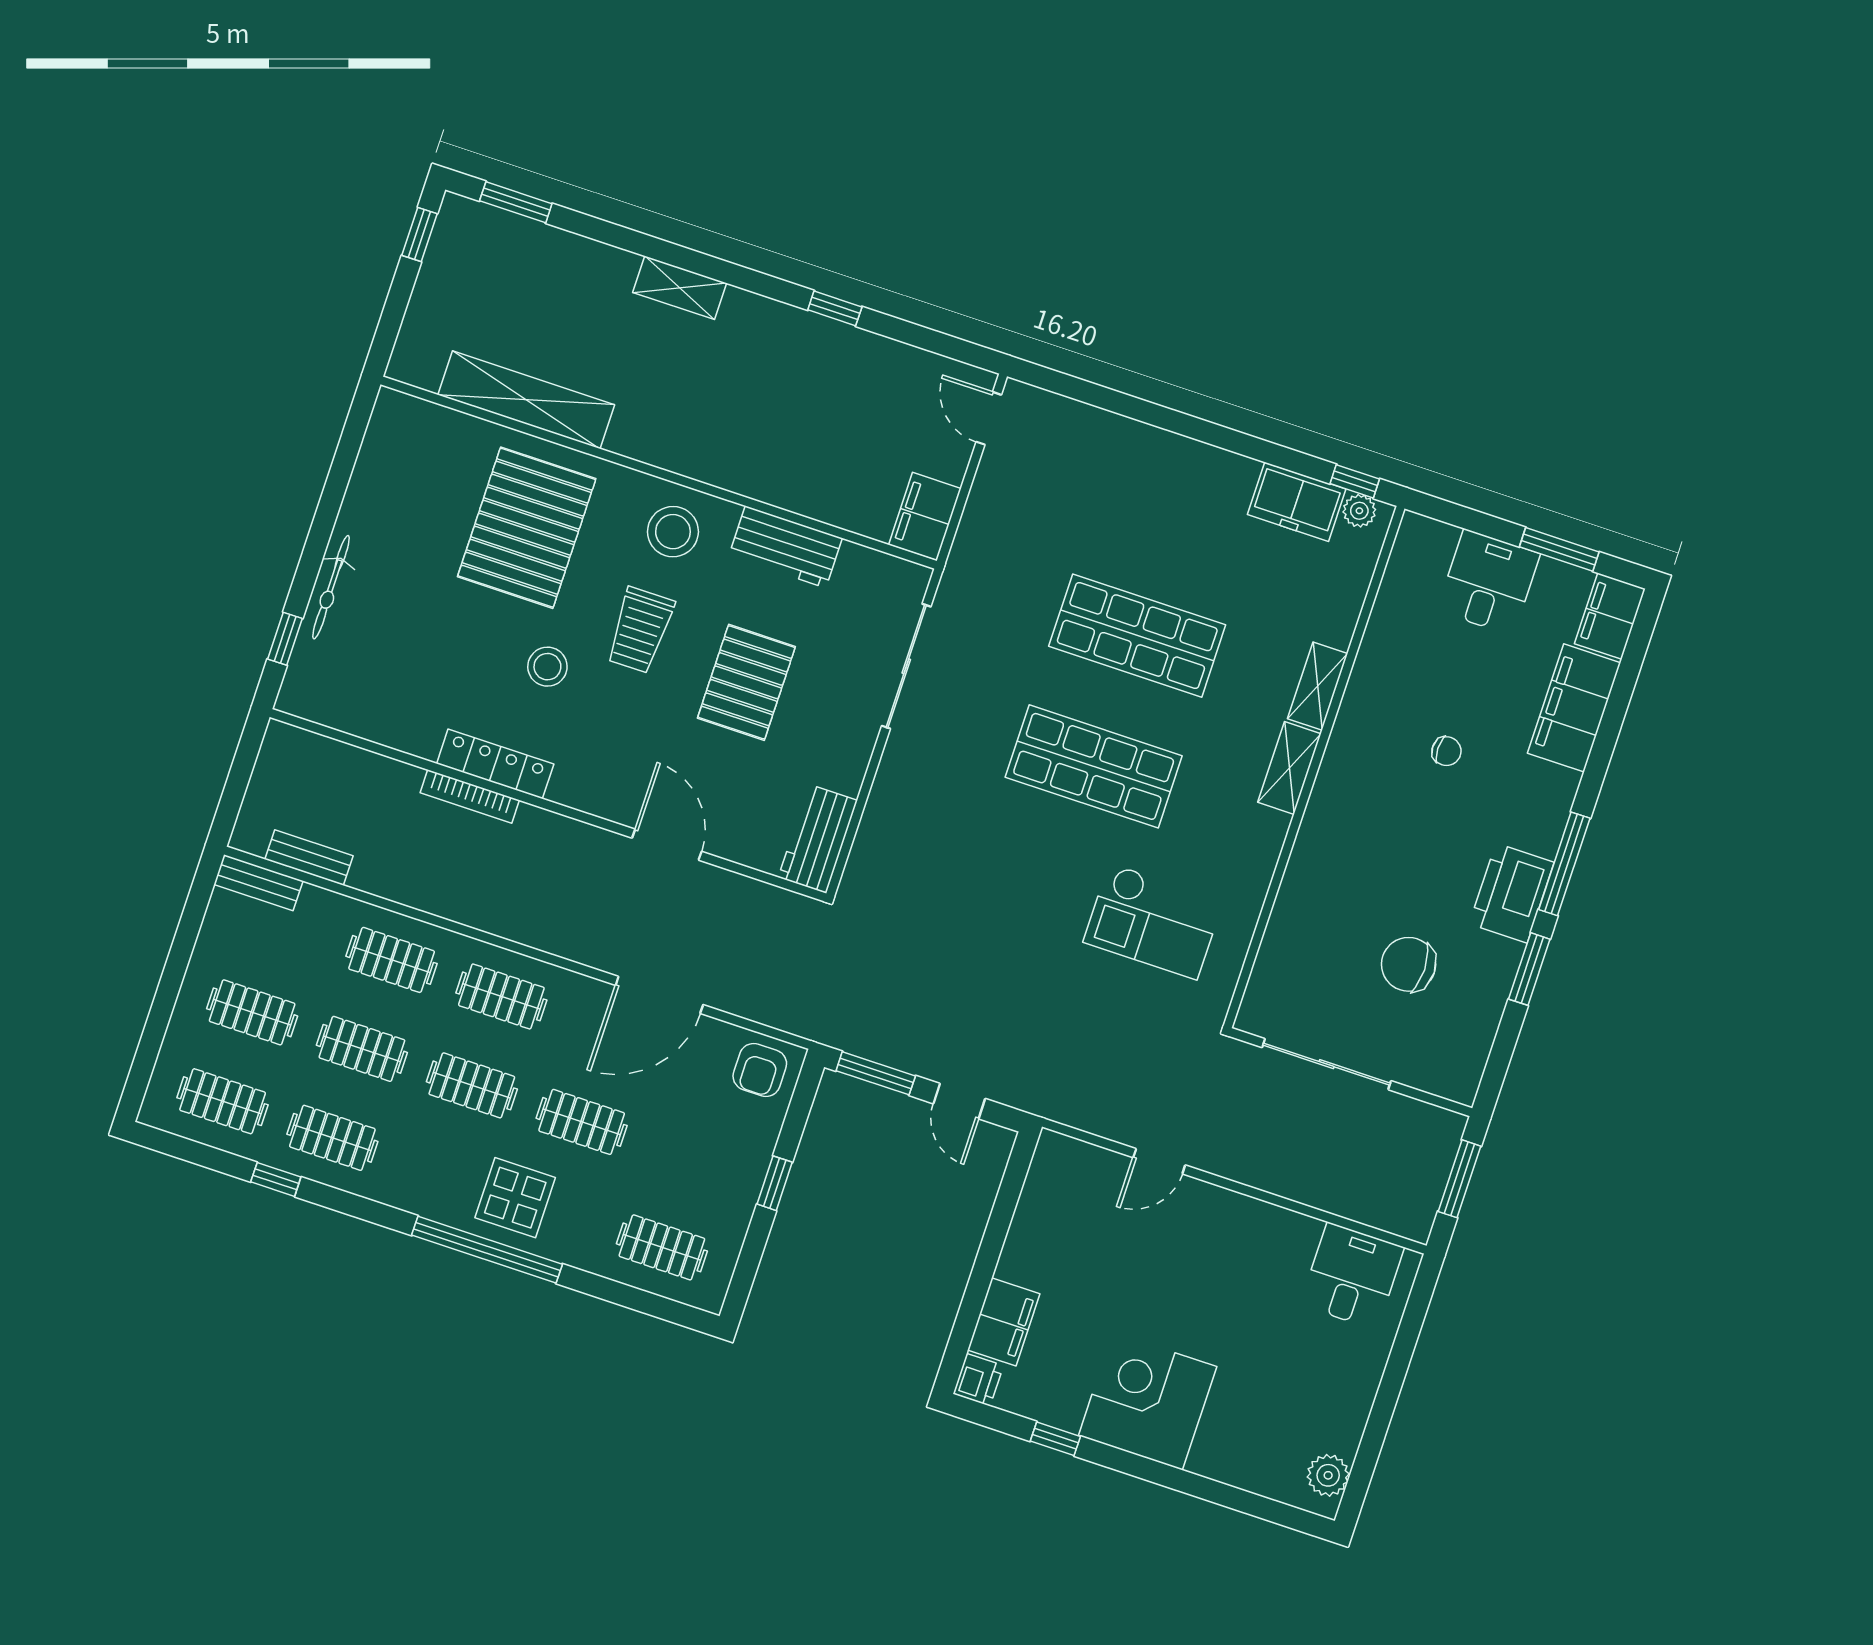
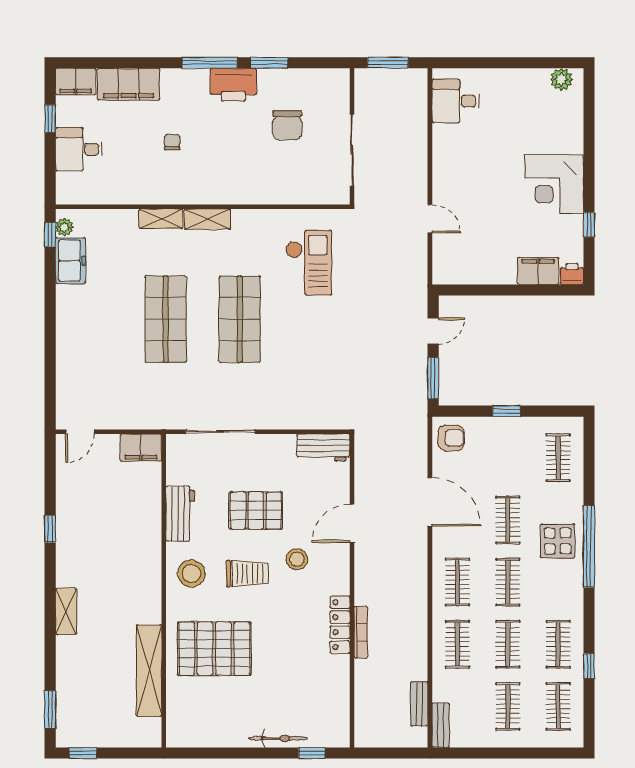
window: (1559, 549) -> (50, 119), width x0.67
stool: (547, 667) -> (297, 559), moved

